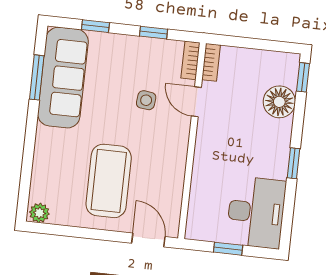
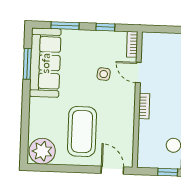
window: (95, 26) -> (65, 26), width x1.50
bookcase: (211, 62) -> (144, 106), moved
plant: (39, 213) -> (42, 151), width x1.88, depth x1.88

